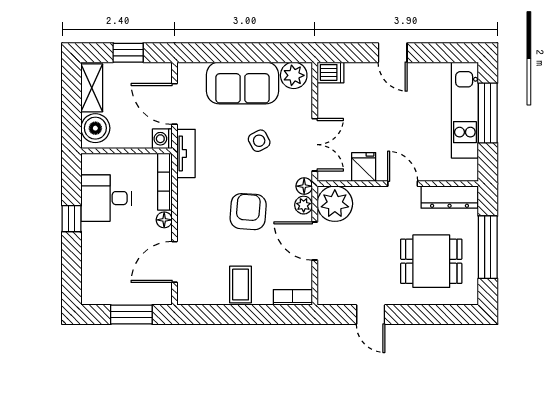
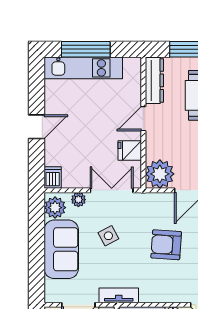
floor lamp: (304, 186) -> (145, 199), removed
plant: (304, 205) -> (78, 200), moved

